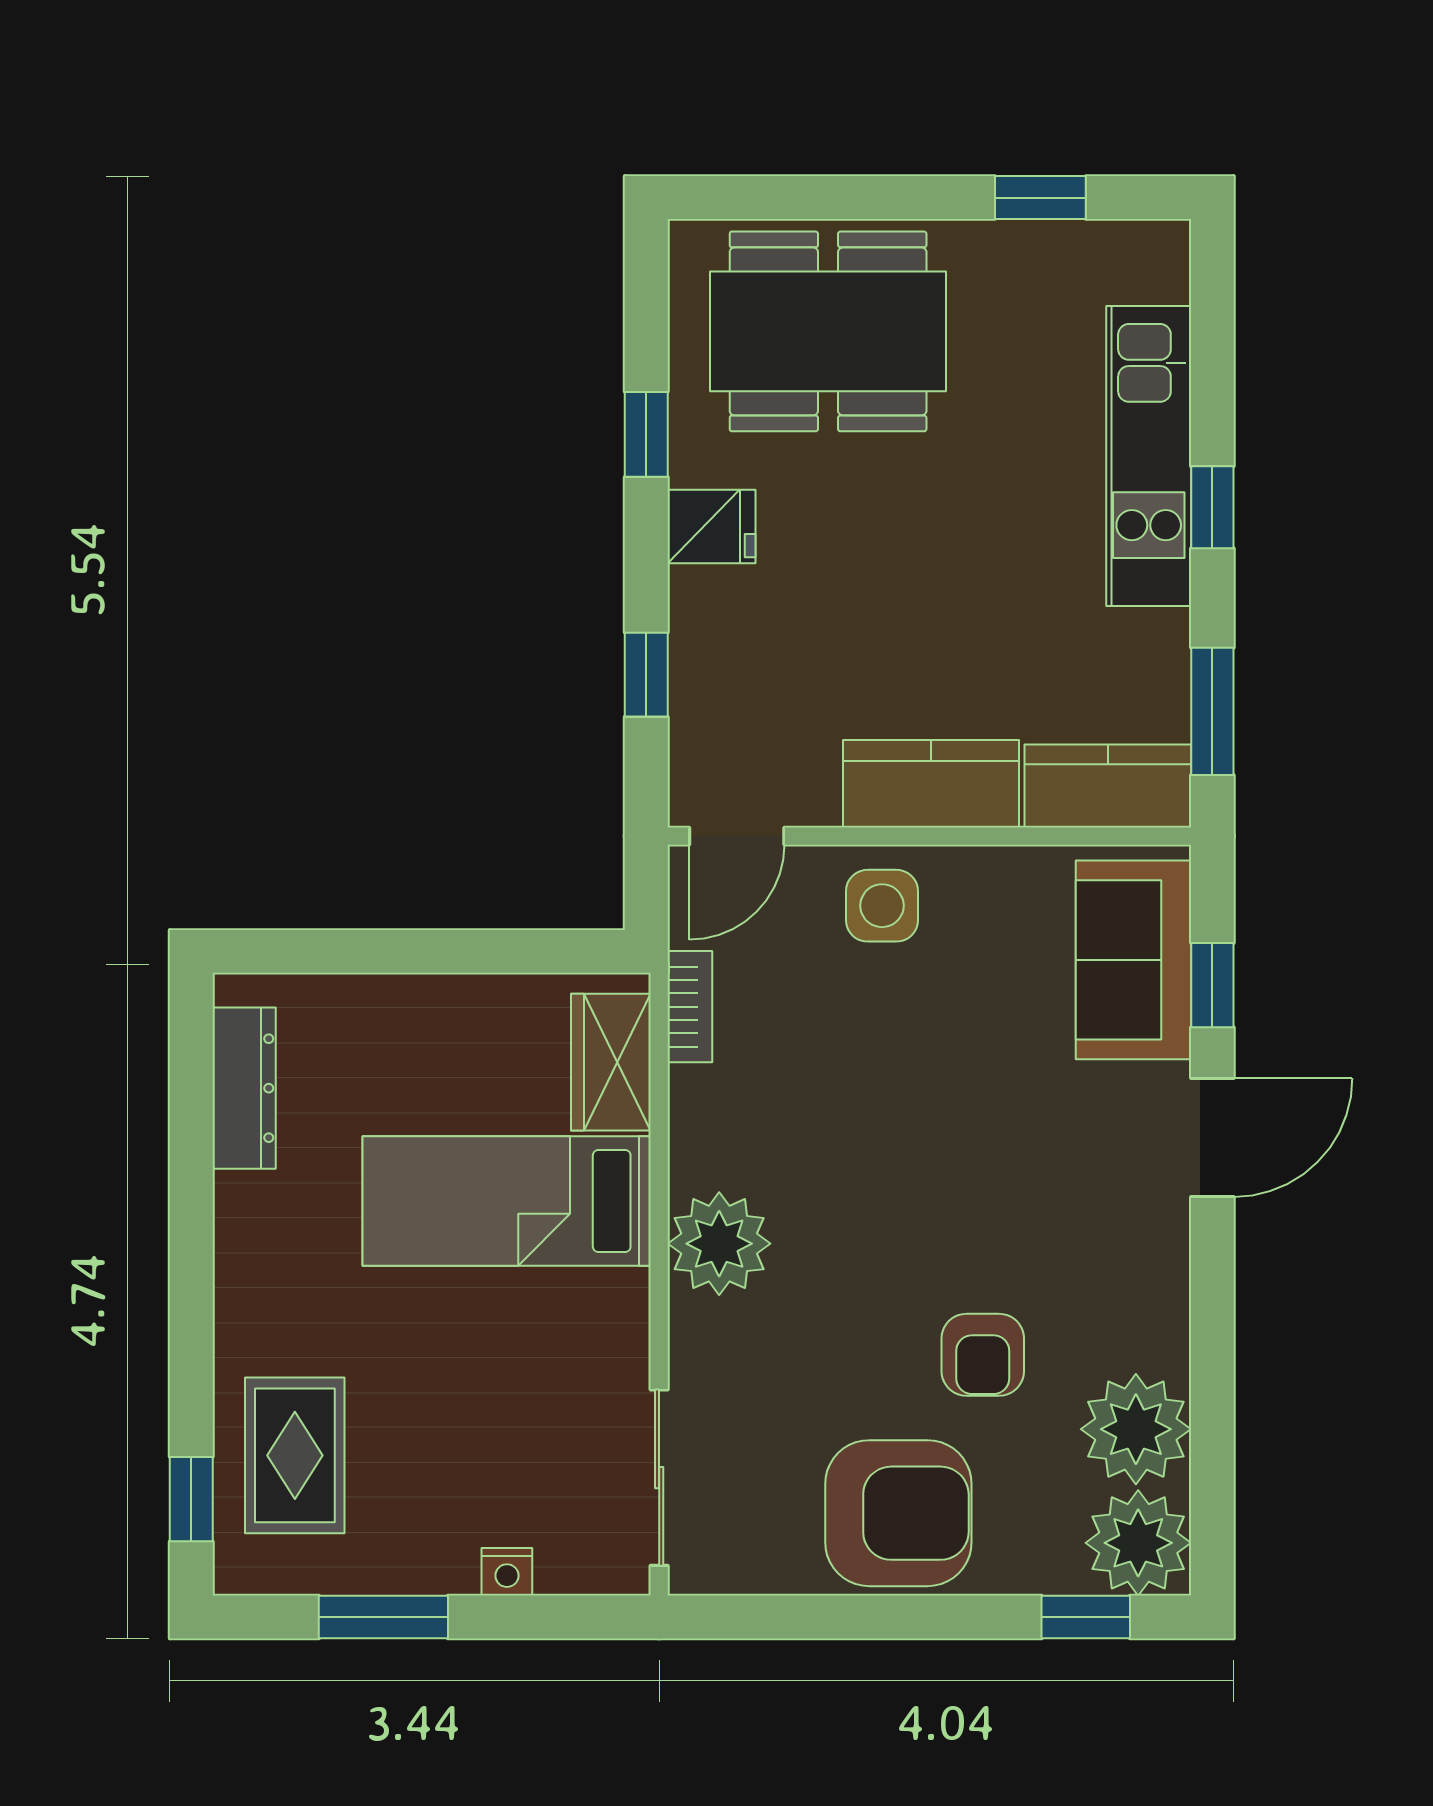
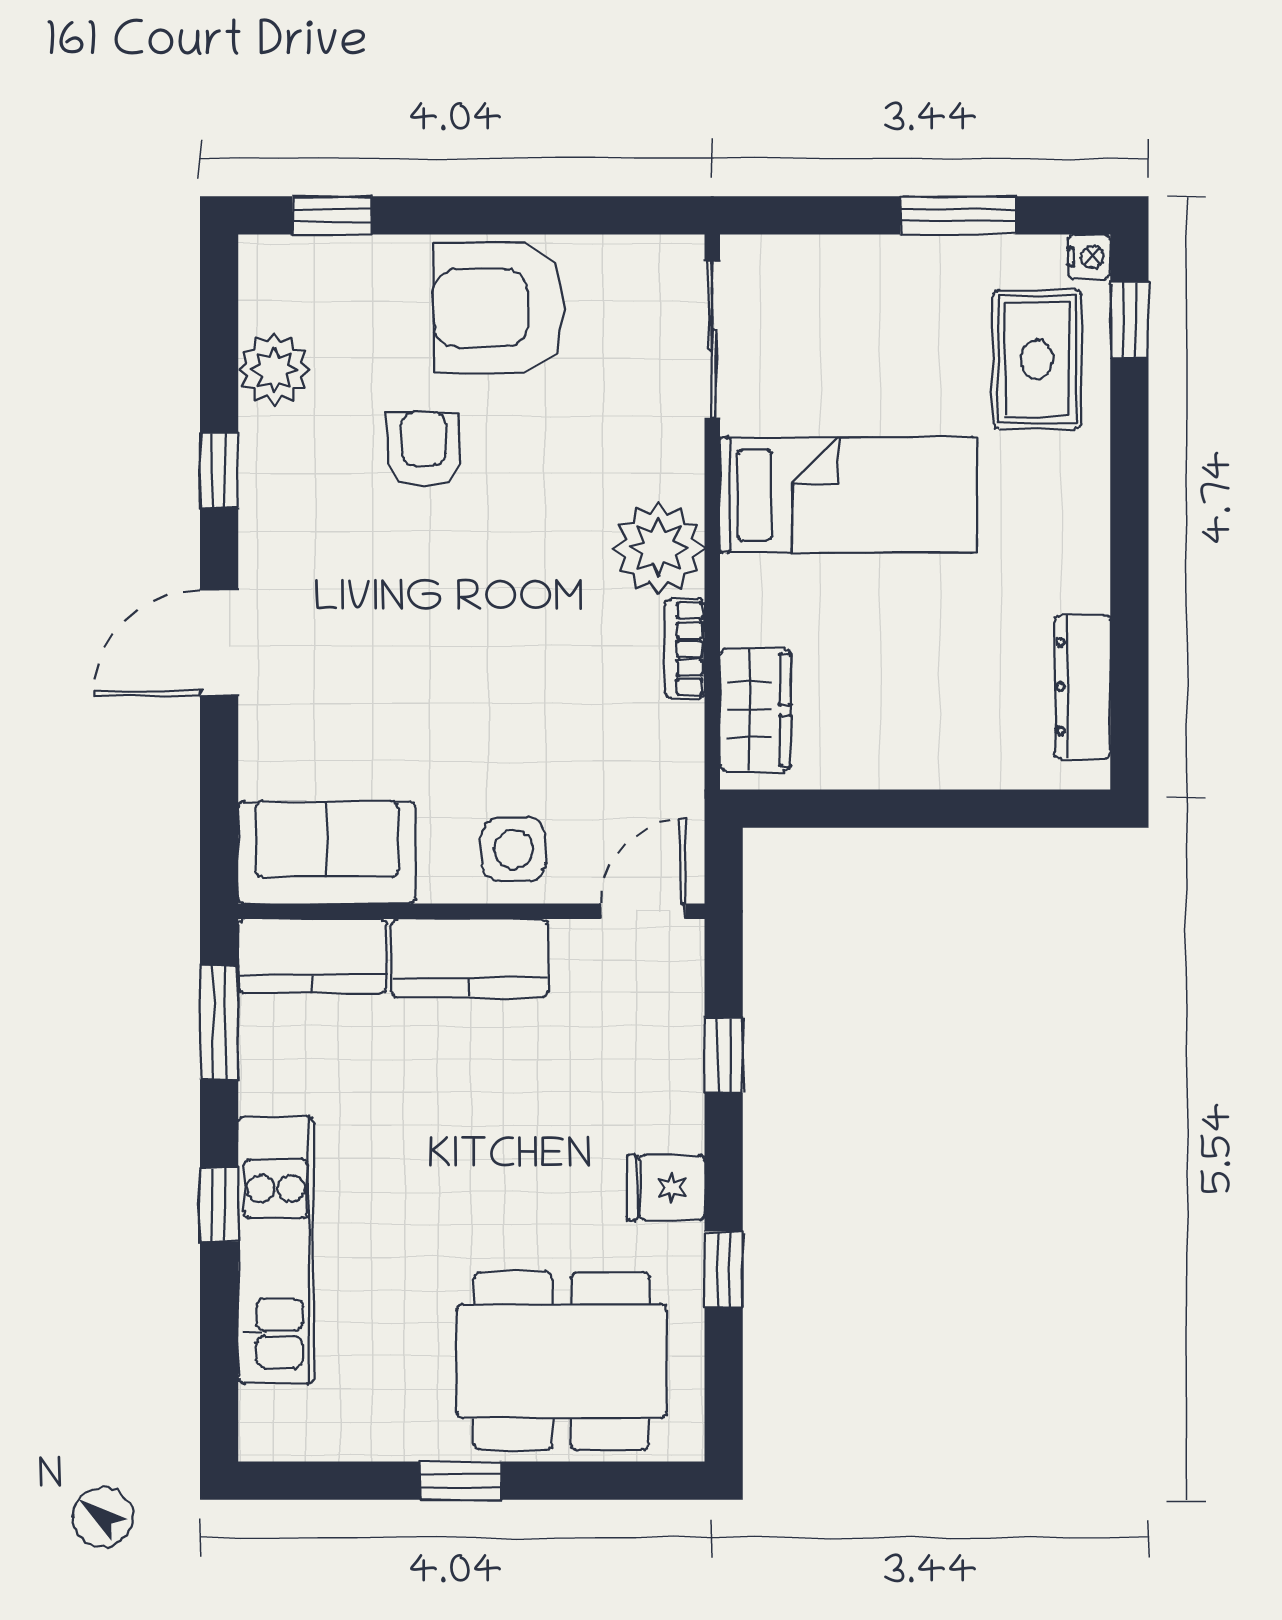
window: (1040, 198) -> (461, 1481), moved
sofa: (1133, 960) -> (327, 852), moved, turned -90
window: (1212, 985) -> (219, 470), moved
bookcase: (690, 1007) -> (685, 649), moved
bed: (507, 1201) -> (848, 495), moved
plant: (1136, 1429) -> (274, 370), width x0.73, depth x0.73
plant: (1138, 1543) -> (285, 281), removed
nightstand: (507, 1572) -> (1089, 257), moved, turned 90

